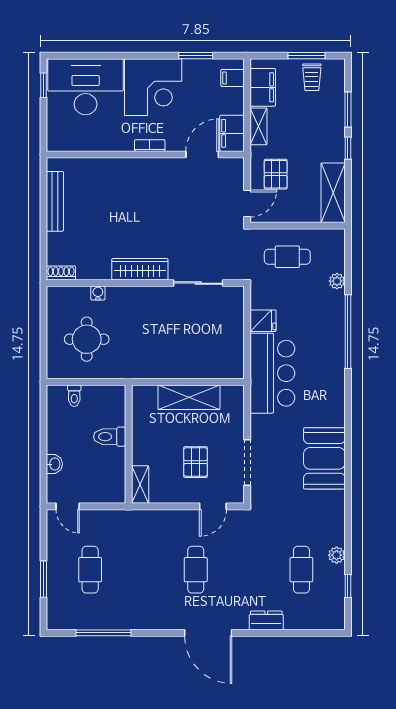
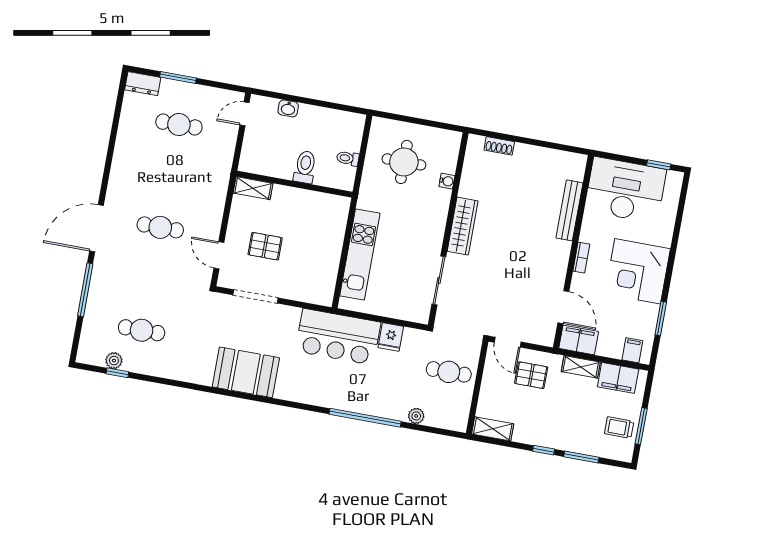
desk: (86, 87) -> (625, 190), moved, turned -90
shelving: (333, 193) -> (493, 429), width x0.67, depth x0.75
bench: (55, 201) -> (569, 210), moved, turned 90
cafe table: (287, 257) -> (449, 372), turned 90
shoe rack: (61, 273) -> (499, 146), moved, turned 90
kitchen unit: (187, 366) -> (360, 255), added
toilet: (74, 396) -> (348, 158), moved
shelving: (189, 397) -> (329, 251), removed
plant: (337, 555) -> (114, 361), moved
dresser: (266, 620) -> (143, 84), moved, turned 90
window: (104, 633) -> (85, 290), moved

